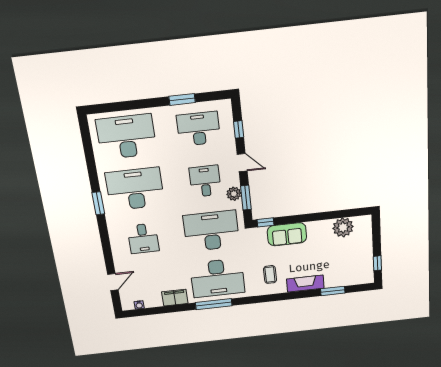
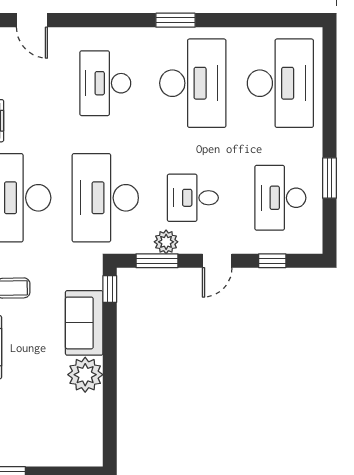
desk: (198, 129) -> (280, 198), turned 180
desk: (205, 181) -> (193, 198), turned 180
plant: (343, 227) -> (85, 375), moved
desk: (211, 231) -> (105, 198), turned 180
desk: (143, 238) -> (105, 83), width x1.37

